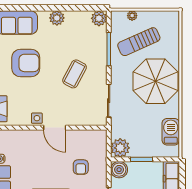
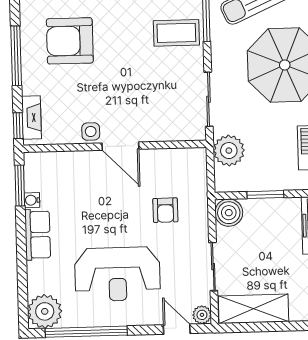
armchair: (26, 63) -> (70, 41), turned 180
coffee table: (75, 74) -> (176, 33), moved, turned 62
plant: (120, 148) -> (229, 151), moved

